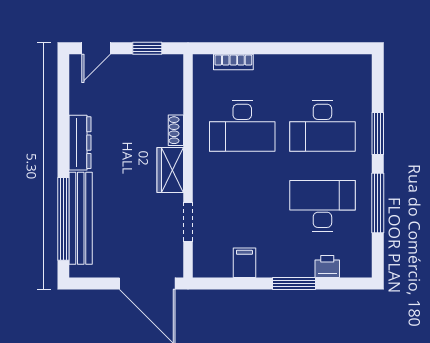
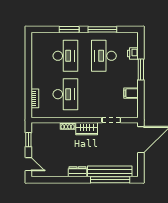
dresser: (80, 143) -> (78, 172), width x0.70

